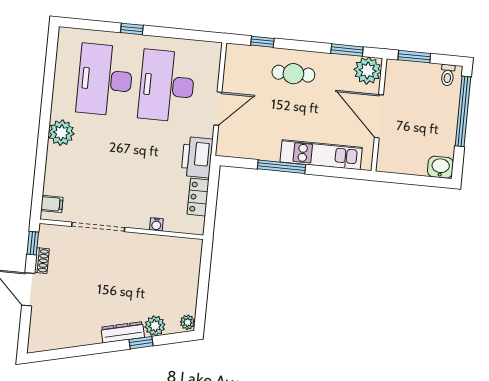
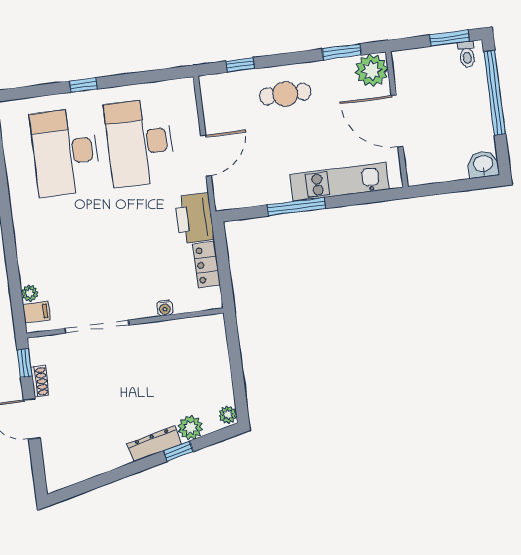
window: (414, 57) -> (449, 38), moved
plant: (61, 133) -> (30, 293), moved, width x0.53, depth x0.53

